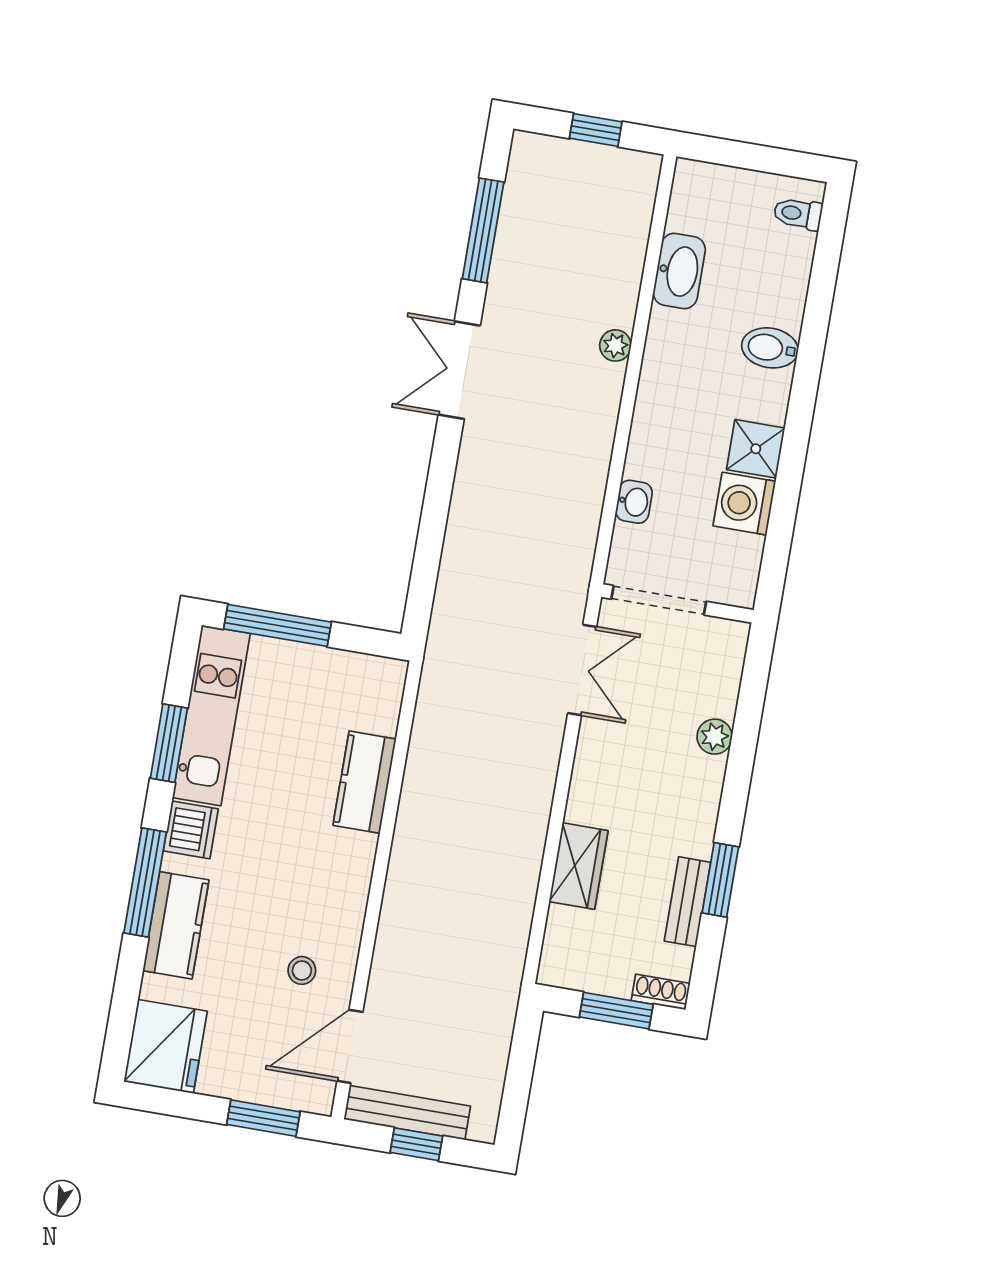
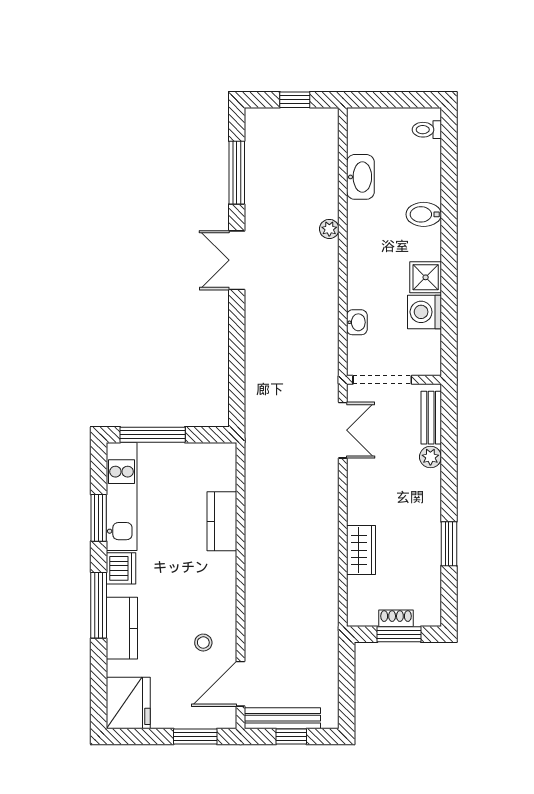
bench: (687, 902) -> (431, 418), moved
shoe rack: (661, 992) -> (396, 618), moved

